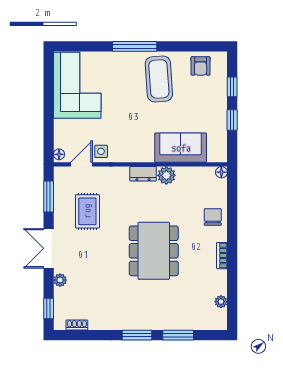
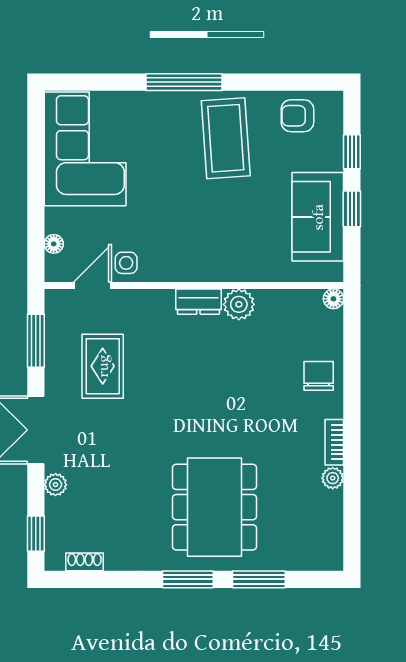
armchair: (201, 66) -> (297, 116), turned 90
sofa: (181, 148) -> (318, 217), moved, turned -90
floor lamp: (59, 154) -> (54, 244), moved
dining table: (154, 251) -> (214, 507), moved
plant: (221, 302) -> (333, 478), moved

